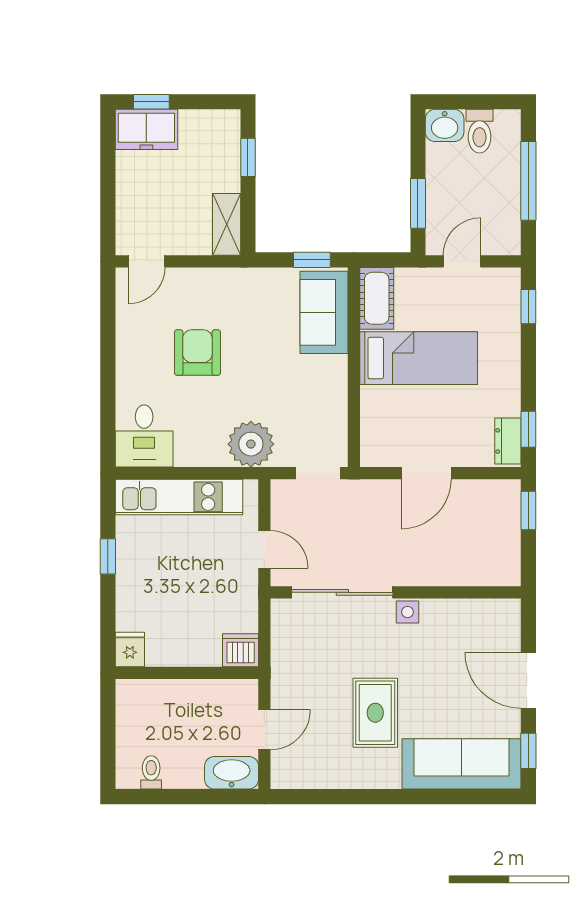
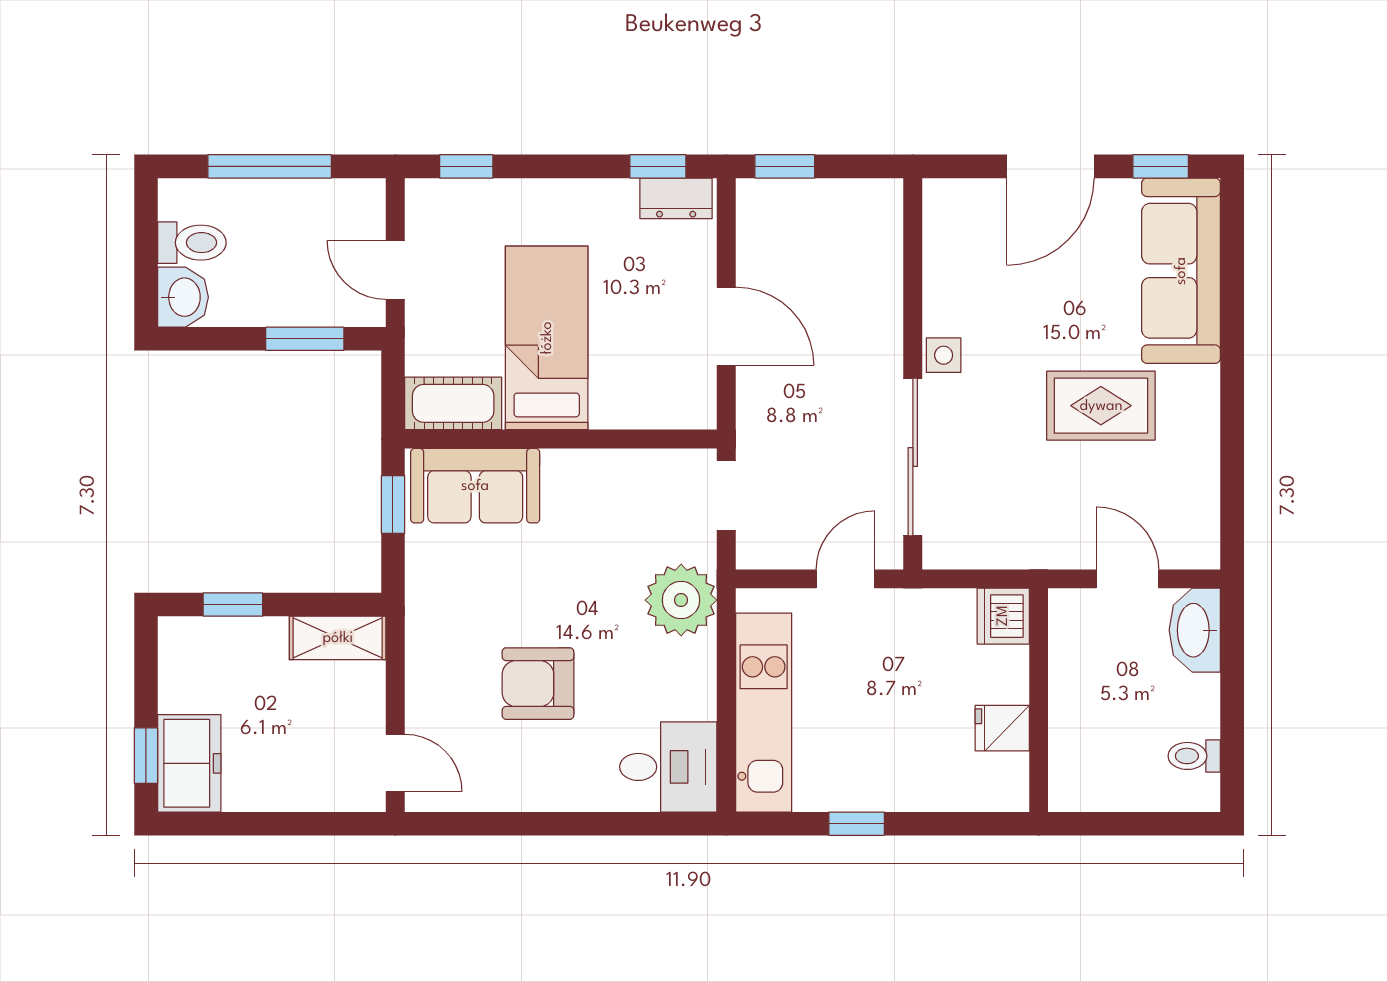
fridge: (130, 650) -> (1002, 728), moved

